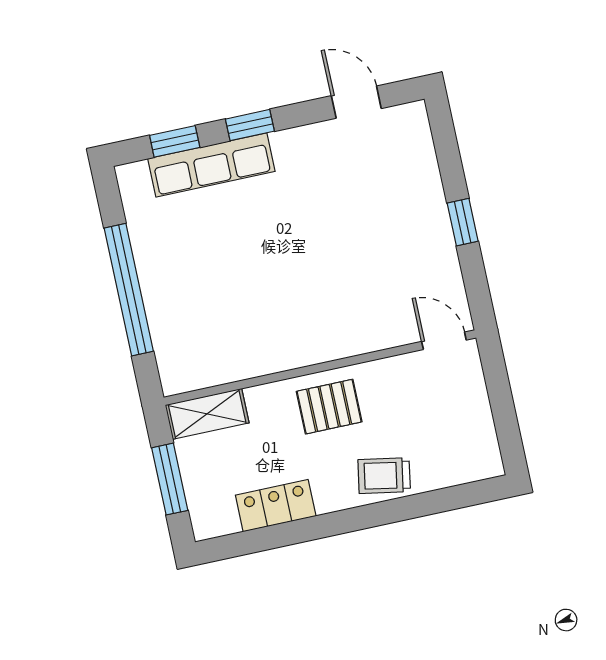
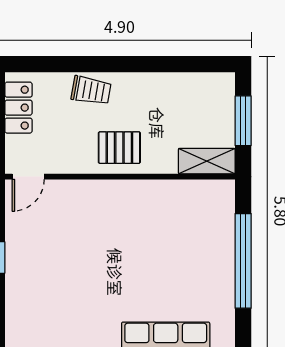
door: (444, 341) -> (28, 177), hinge flipped
locker: (276, 506) -> (18, 108), moved, turned -90

